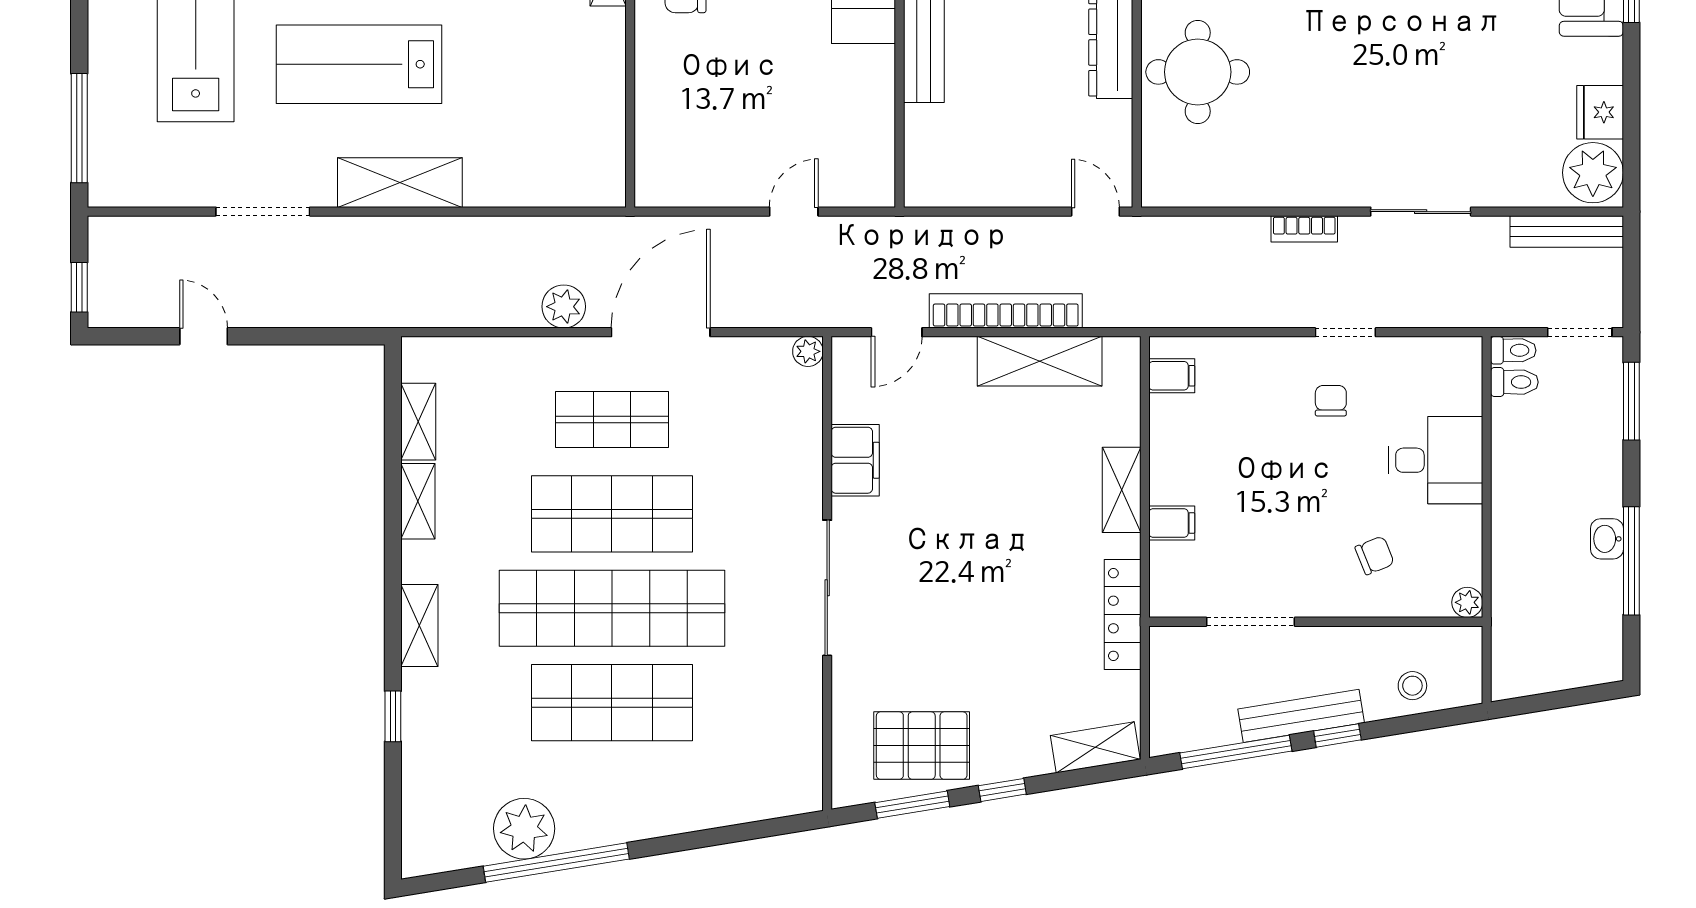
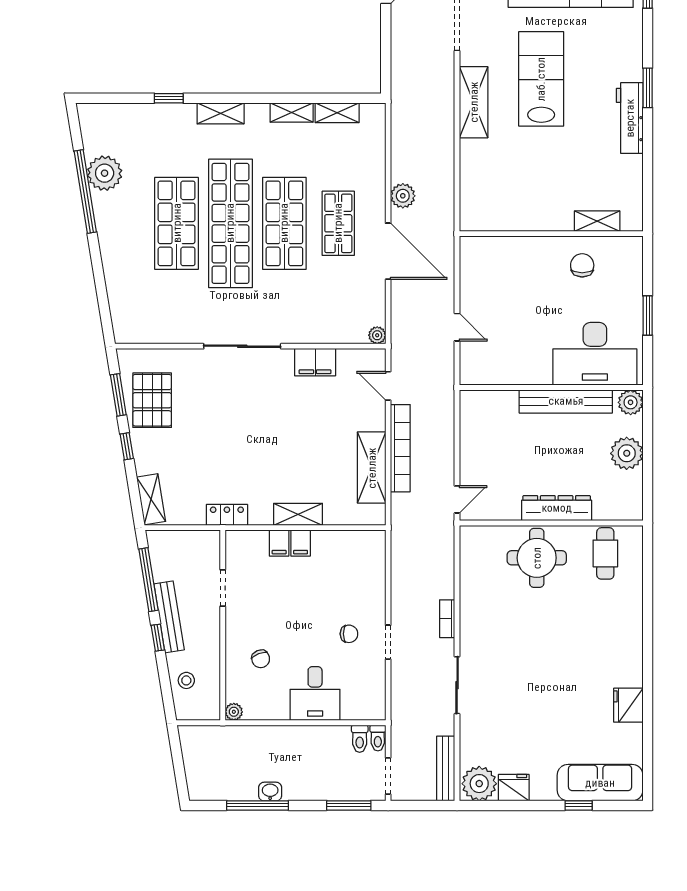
filing cabinet: (1172, 376) -> (301, 543), moved
locker: (1123, 614) -> (227, 515), width x0.66
doorway: (1251, 622) -> (223, 588), width x0.73

